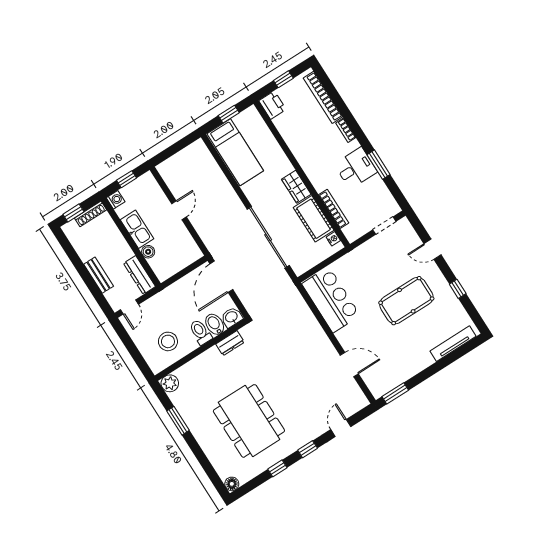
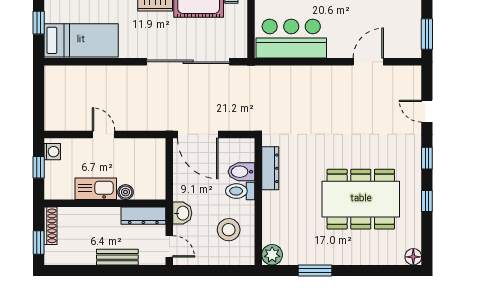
washing machine: (116, 200) -> (52, 152), moved, turned 90
washbasin: (232, 317) -> (182, 213), moved, turned 180
dresser: (230, 343) -> (270, 168), width x1.44

